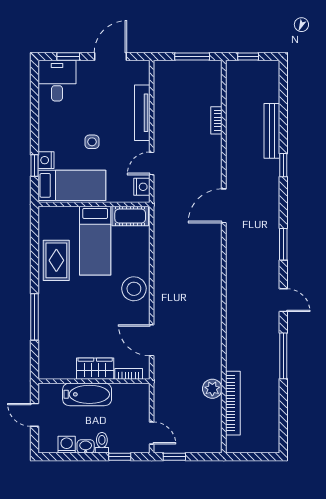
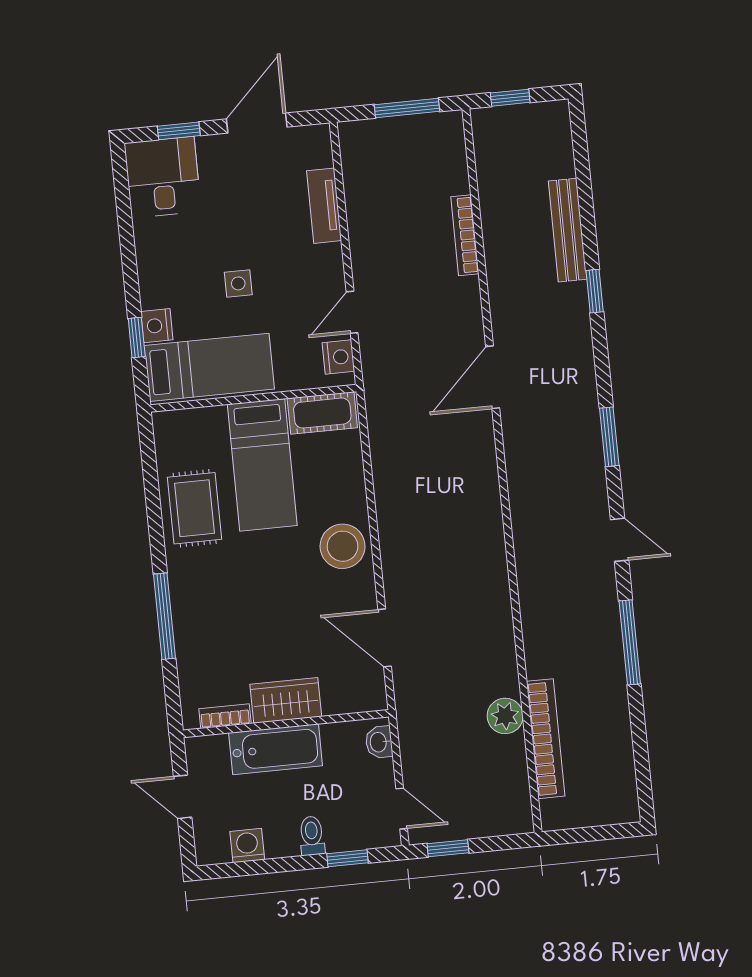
tv unit: (142, 113) -> (324, 206), width x0.71
bookcase: (216, 120) -> (465, 235), width x1.56
bookcase: (129, 374) -> (225, 716), moved
washbasin: (86, 446) -> (379, 742), moved, turned -90

